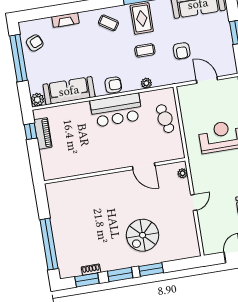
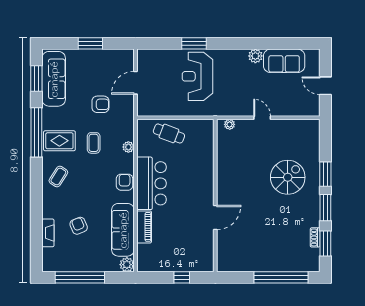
fireplace: (65, 20) -> (48, 233), moved
armchair: (35, 43) -> (79, 226), moved
cafe table: (165, 119) -> (169, 133), turned 33
window: (31, 131) -> (182, 277), moved
piano: (43, 133) -> (144, 227), moved, turned 90
door: (144, 166) -> (215, 218), moved
spiral stairs: (143, 235) -> (288, 177), turned -90

